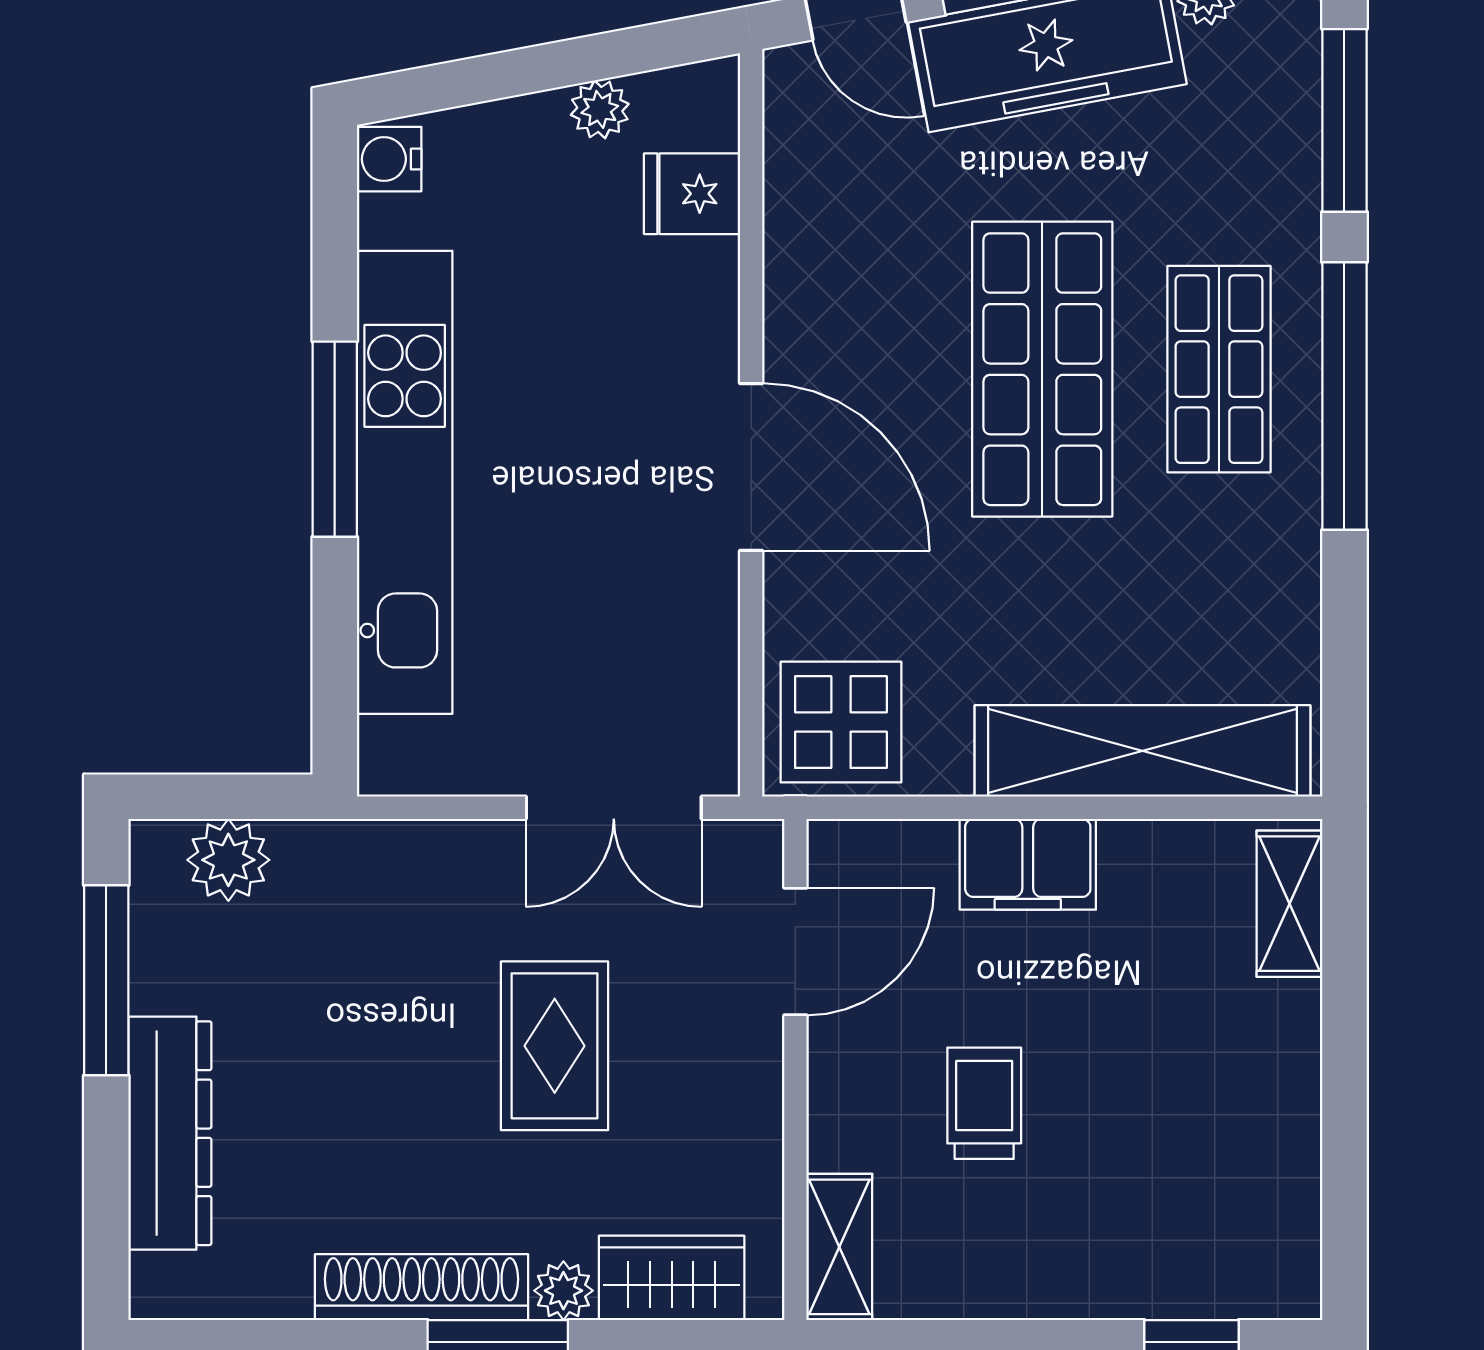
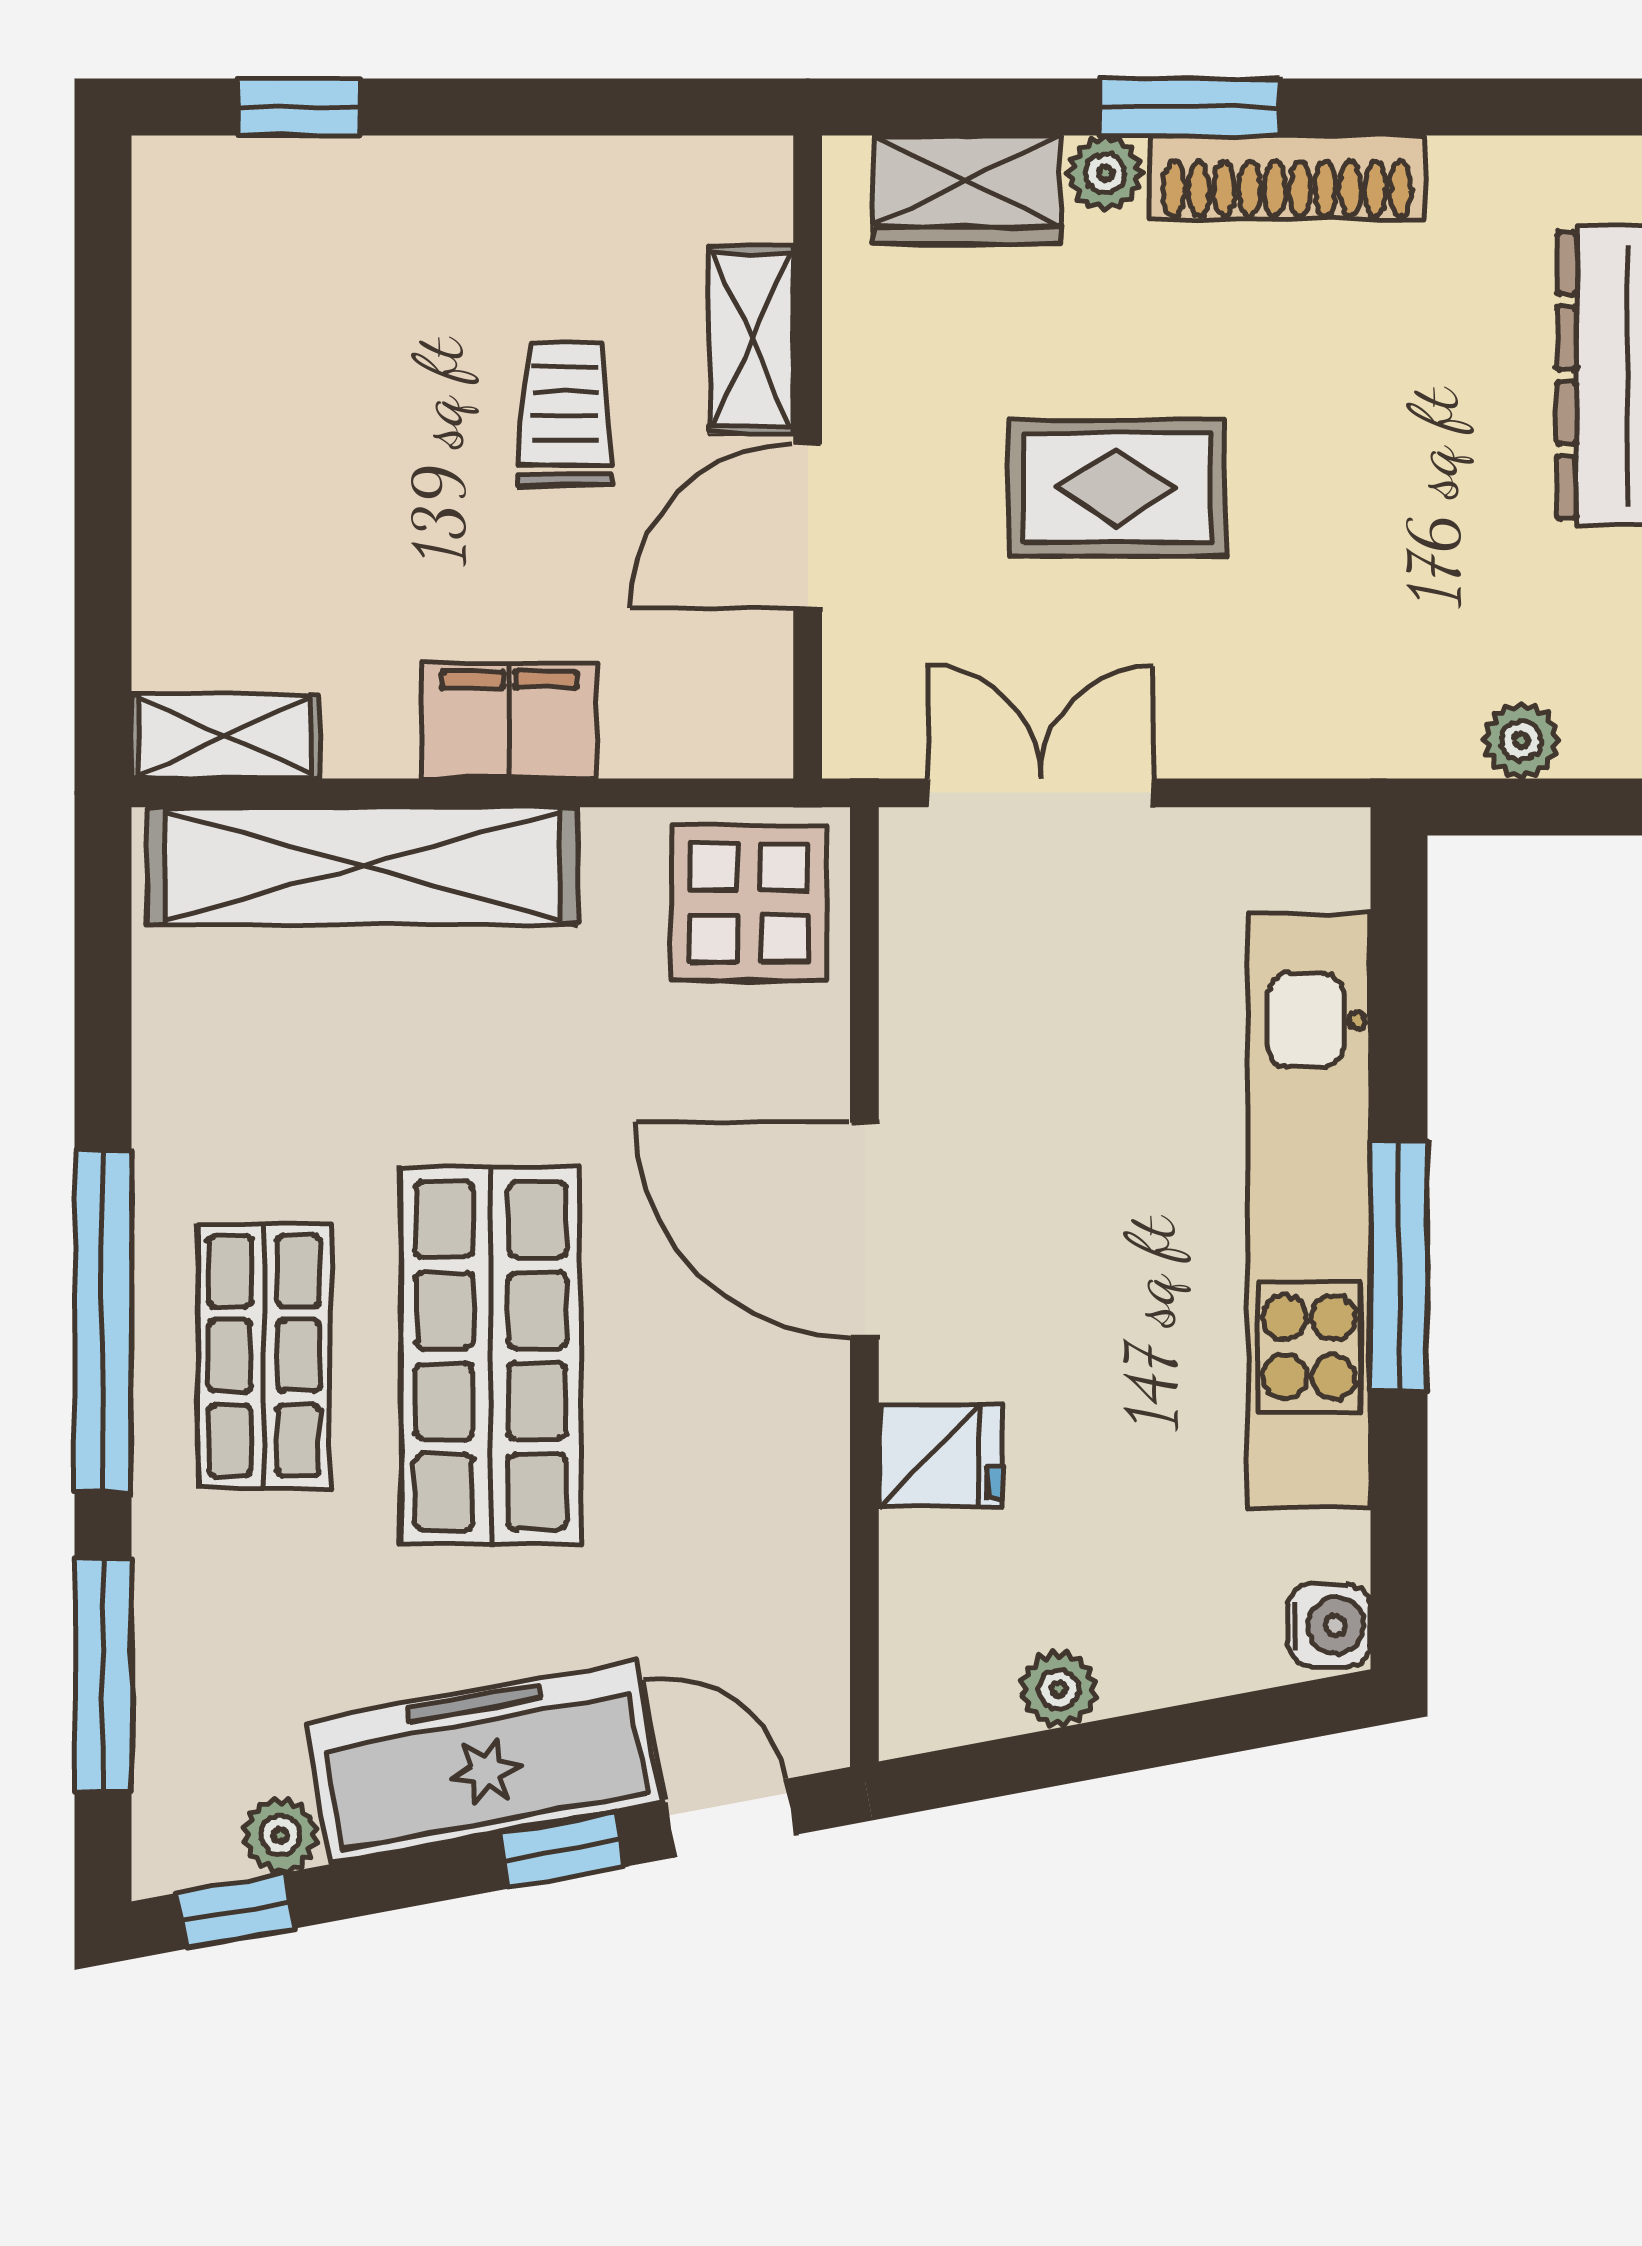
fridge: (692, 194) -> (940, 1456), moved
plant: (228, 860) -> (1521, 740), width x0.73, depth x0.73
shelving: (1289, 904) -> (225, 736), moved, turned 90
door: (795, 952) -> (808, 526), moved
rug: (555, 1046) -> (1117, 487), turned 90
trolley: (984, 1103) -> (565, 414), turned 180
shelving: (839, 1247) -> (751, 339), moved

